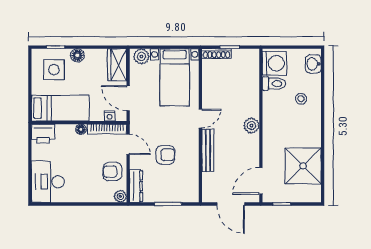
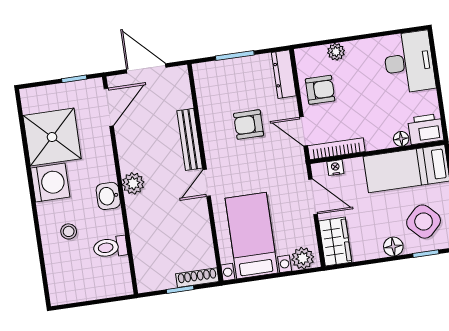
washing machine: (274, 63) -> (50, 183), moved, turned 180
washbasin: (313, 64) -> (108, 196), moved, turned 180
side table: (54, 70) -> (424, 222), turned 45
floor lamp: (81, 129) -> (401, 139), moved
plant: (120, 196) -> (336, 52), moved

